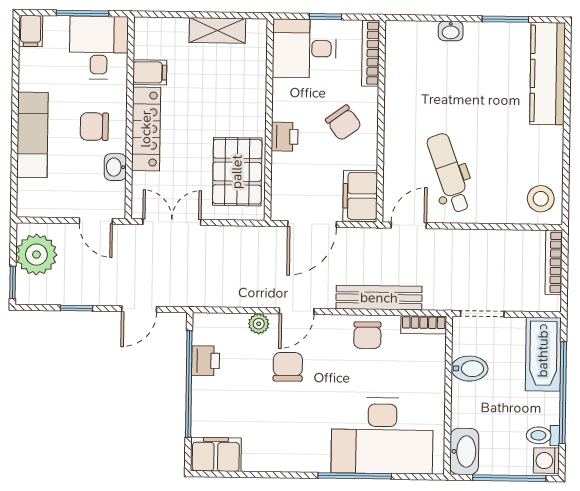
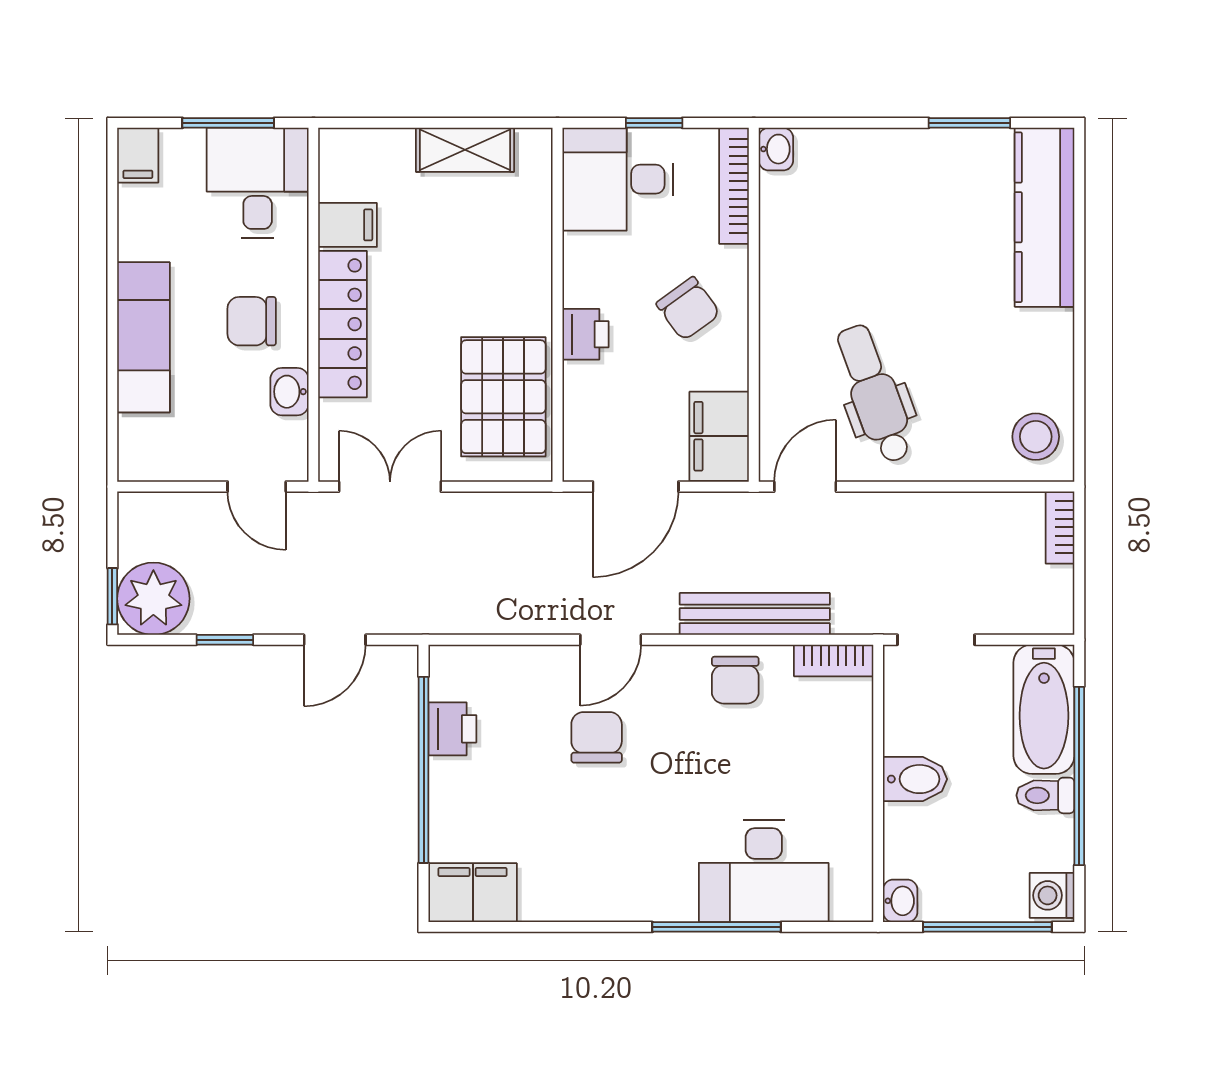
washbasin: (451, 31) -> (776, 149), moved, turned -90
plant: (36, 255) -> (153, 599), moved
bookcase: (554, 262) -> (1060, 527), width x0.64
plant: (259, 324) -> (545, 663), removed
bidet: (470, 369) -> (915, 779), moved
toilet: (543, 435) -> (1045, 795), moved
desk: (382, 436) -> (764, 871), width x0.73, depth x0.77
washbasin: (464, 451) -> (900, 901), width x0.52, depth x0.69

